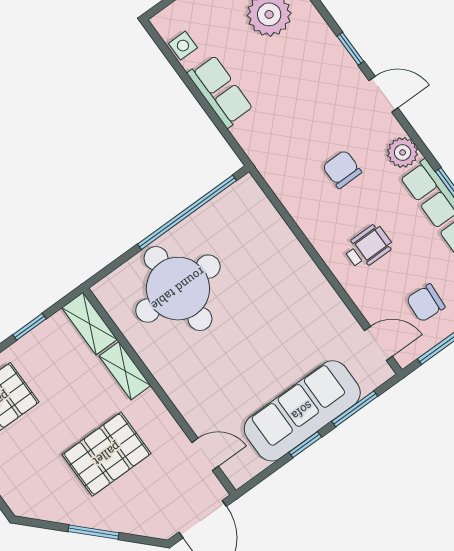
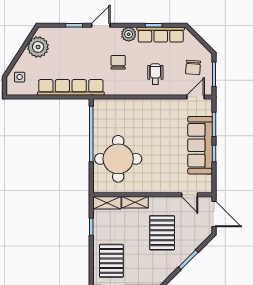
side table: (183, 46) -> (20, 77), moved
row of seats: (220, 91) -> (71, 87), width x2.02
chair: (342, 169) -> (118, 62), turned 90
door: (205, 454) -> (190, 195), swing flipped

